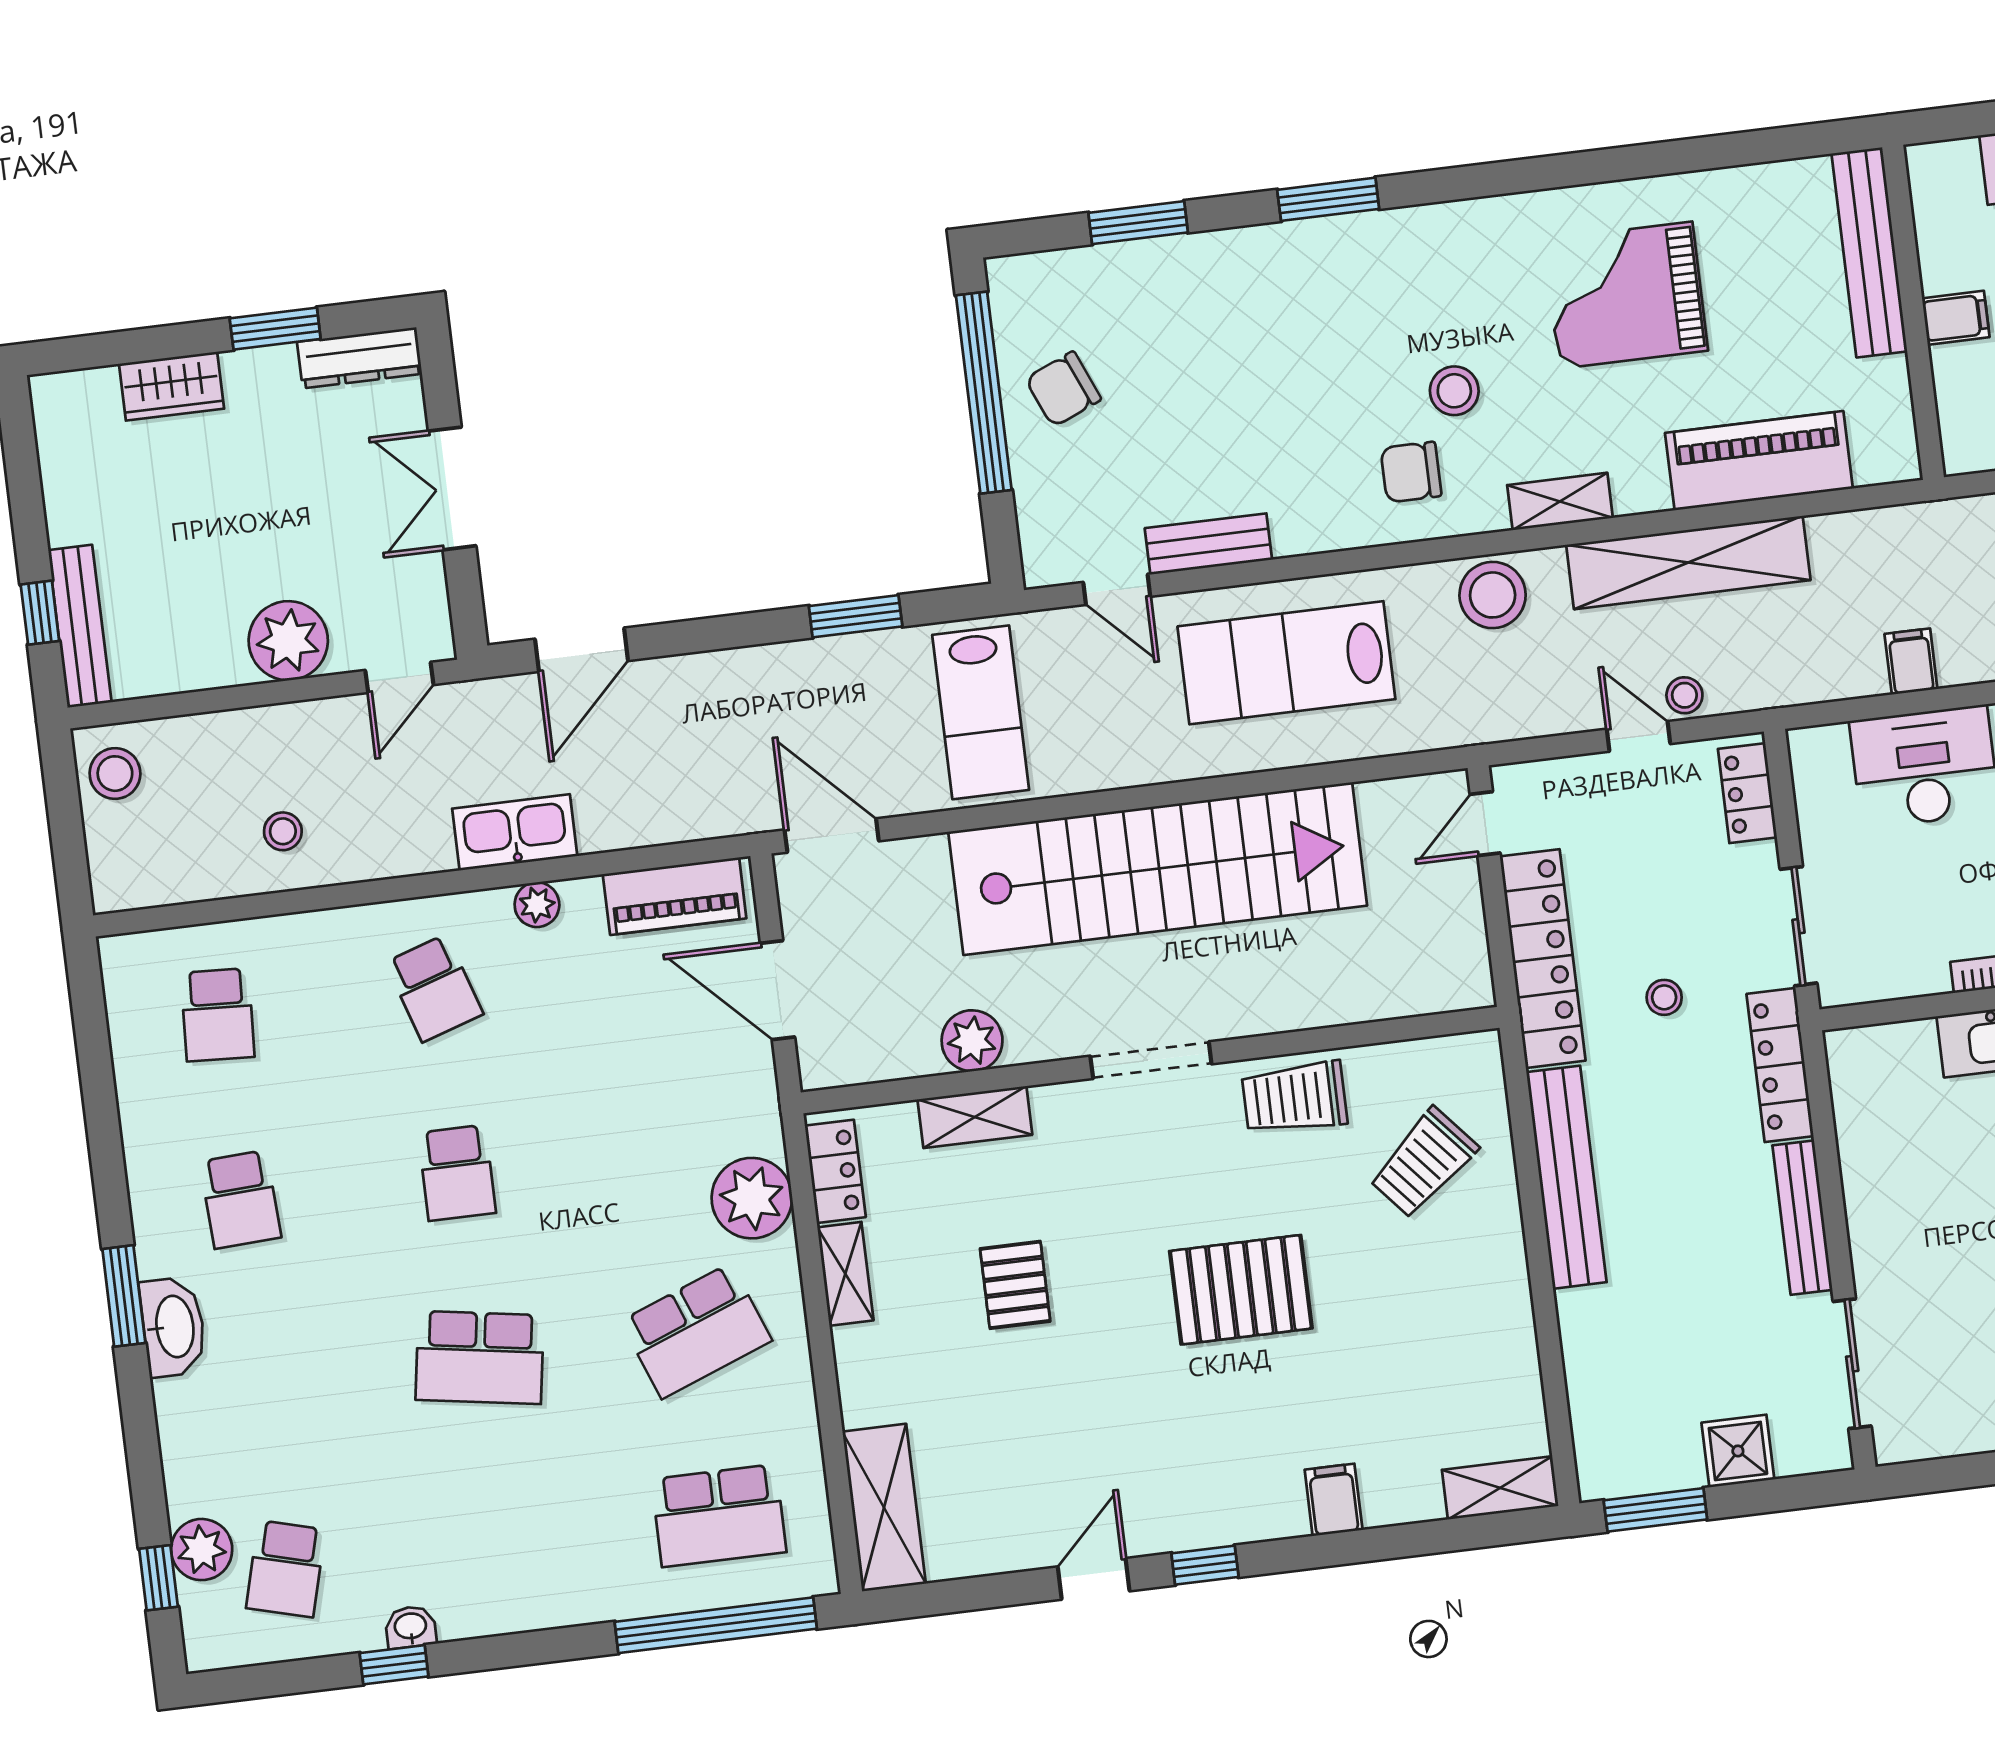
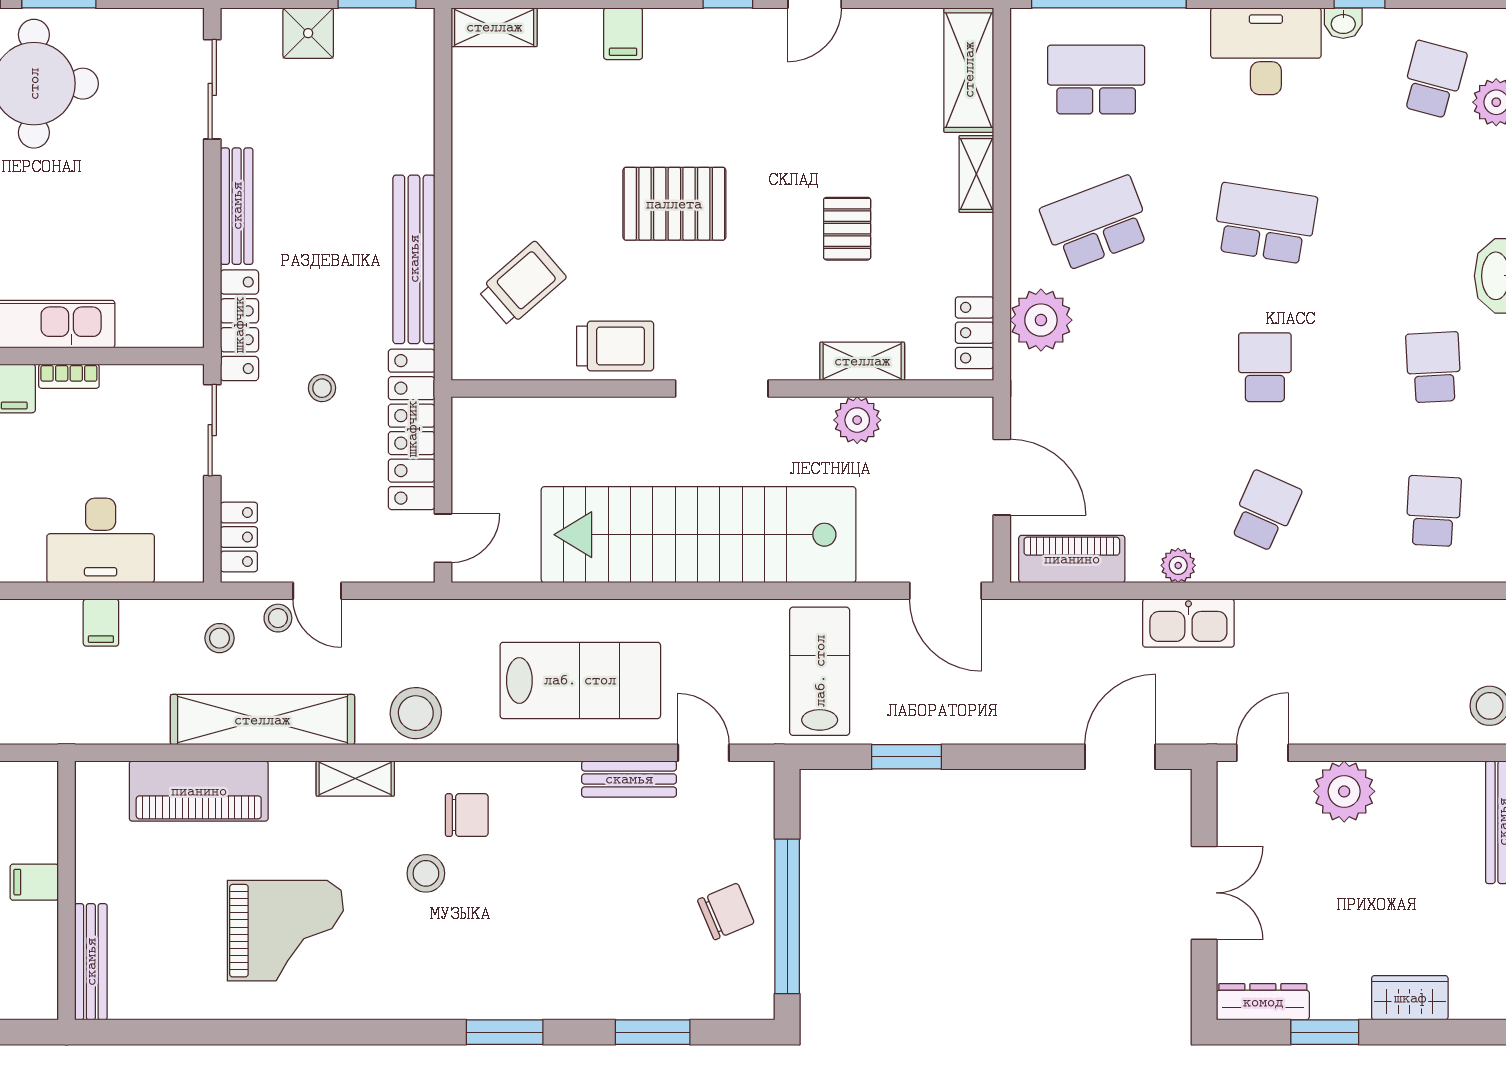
bench: (1869, 252) -> (91, 962), width x0.73, depth x0.82
stool: (283, 831) -> (220, 638), moved
school desk: (434, 988) -> (1265, 511), turned 42
shelving: (845, 1274) -> (976, 174), moved
desk: (505, 1579) -> (1266, 51), added

